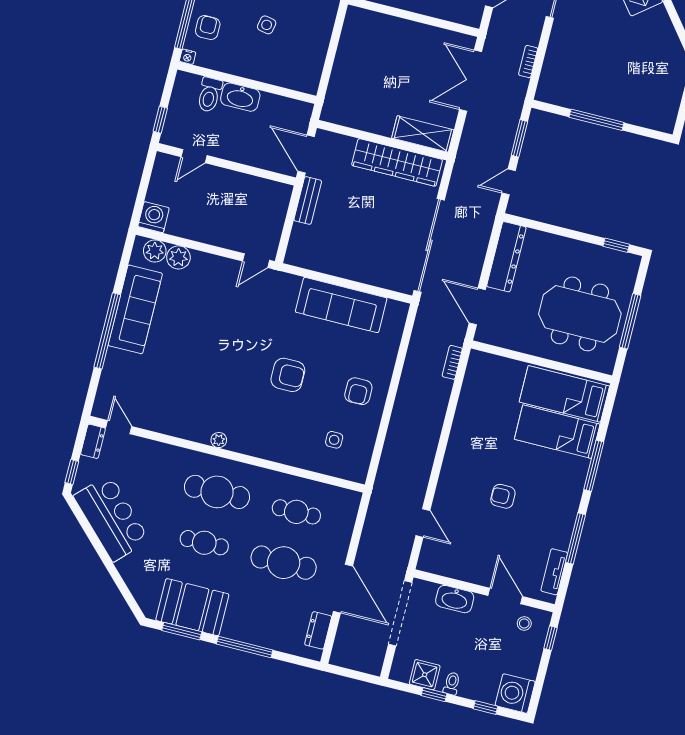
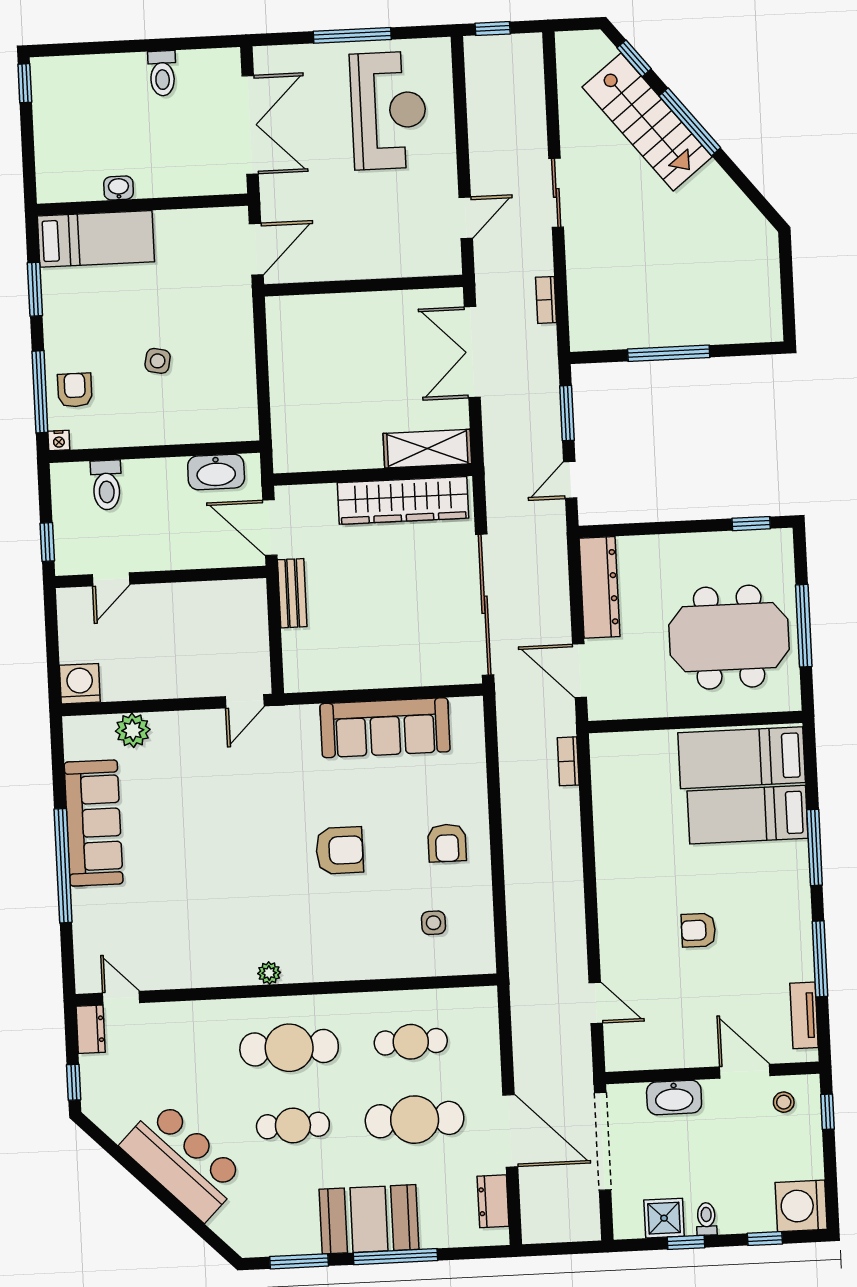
washbasin: (240, 97) -> (216, 472), moved
plant: (155, 251) -> (96, 731), removed
bar counter: (111, 518) -> (183, 1161), moved
booth: (192, 607) -> (369, 1219), moved

